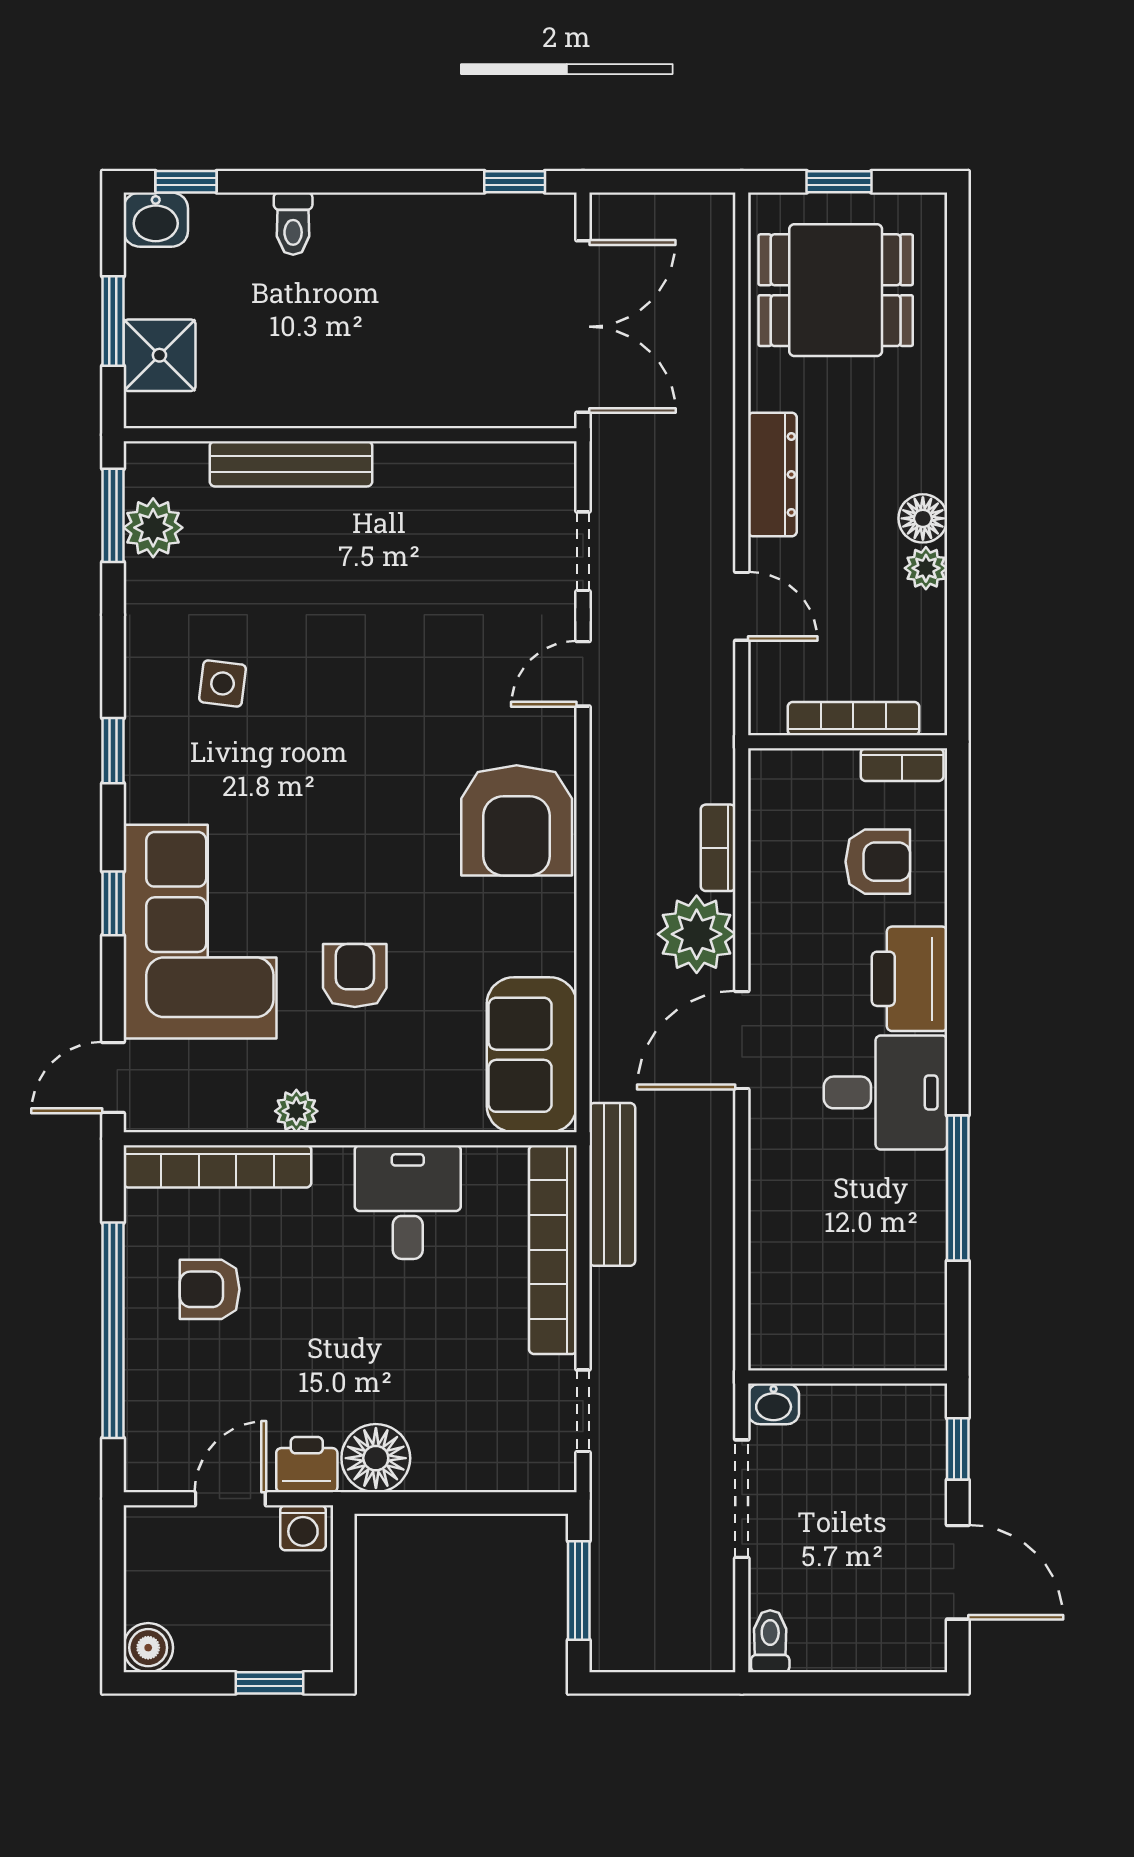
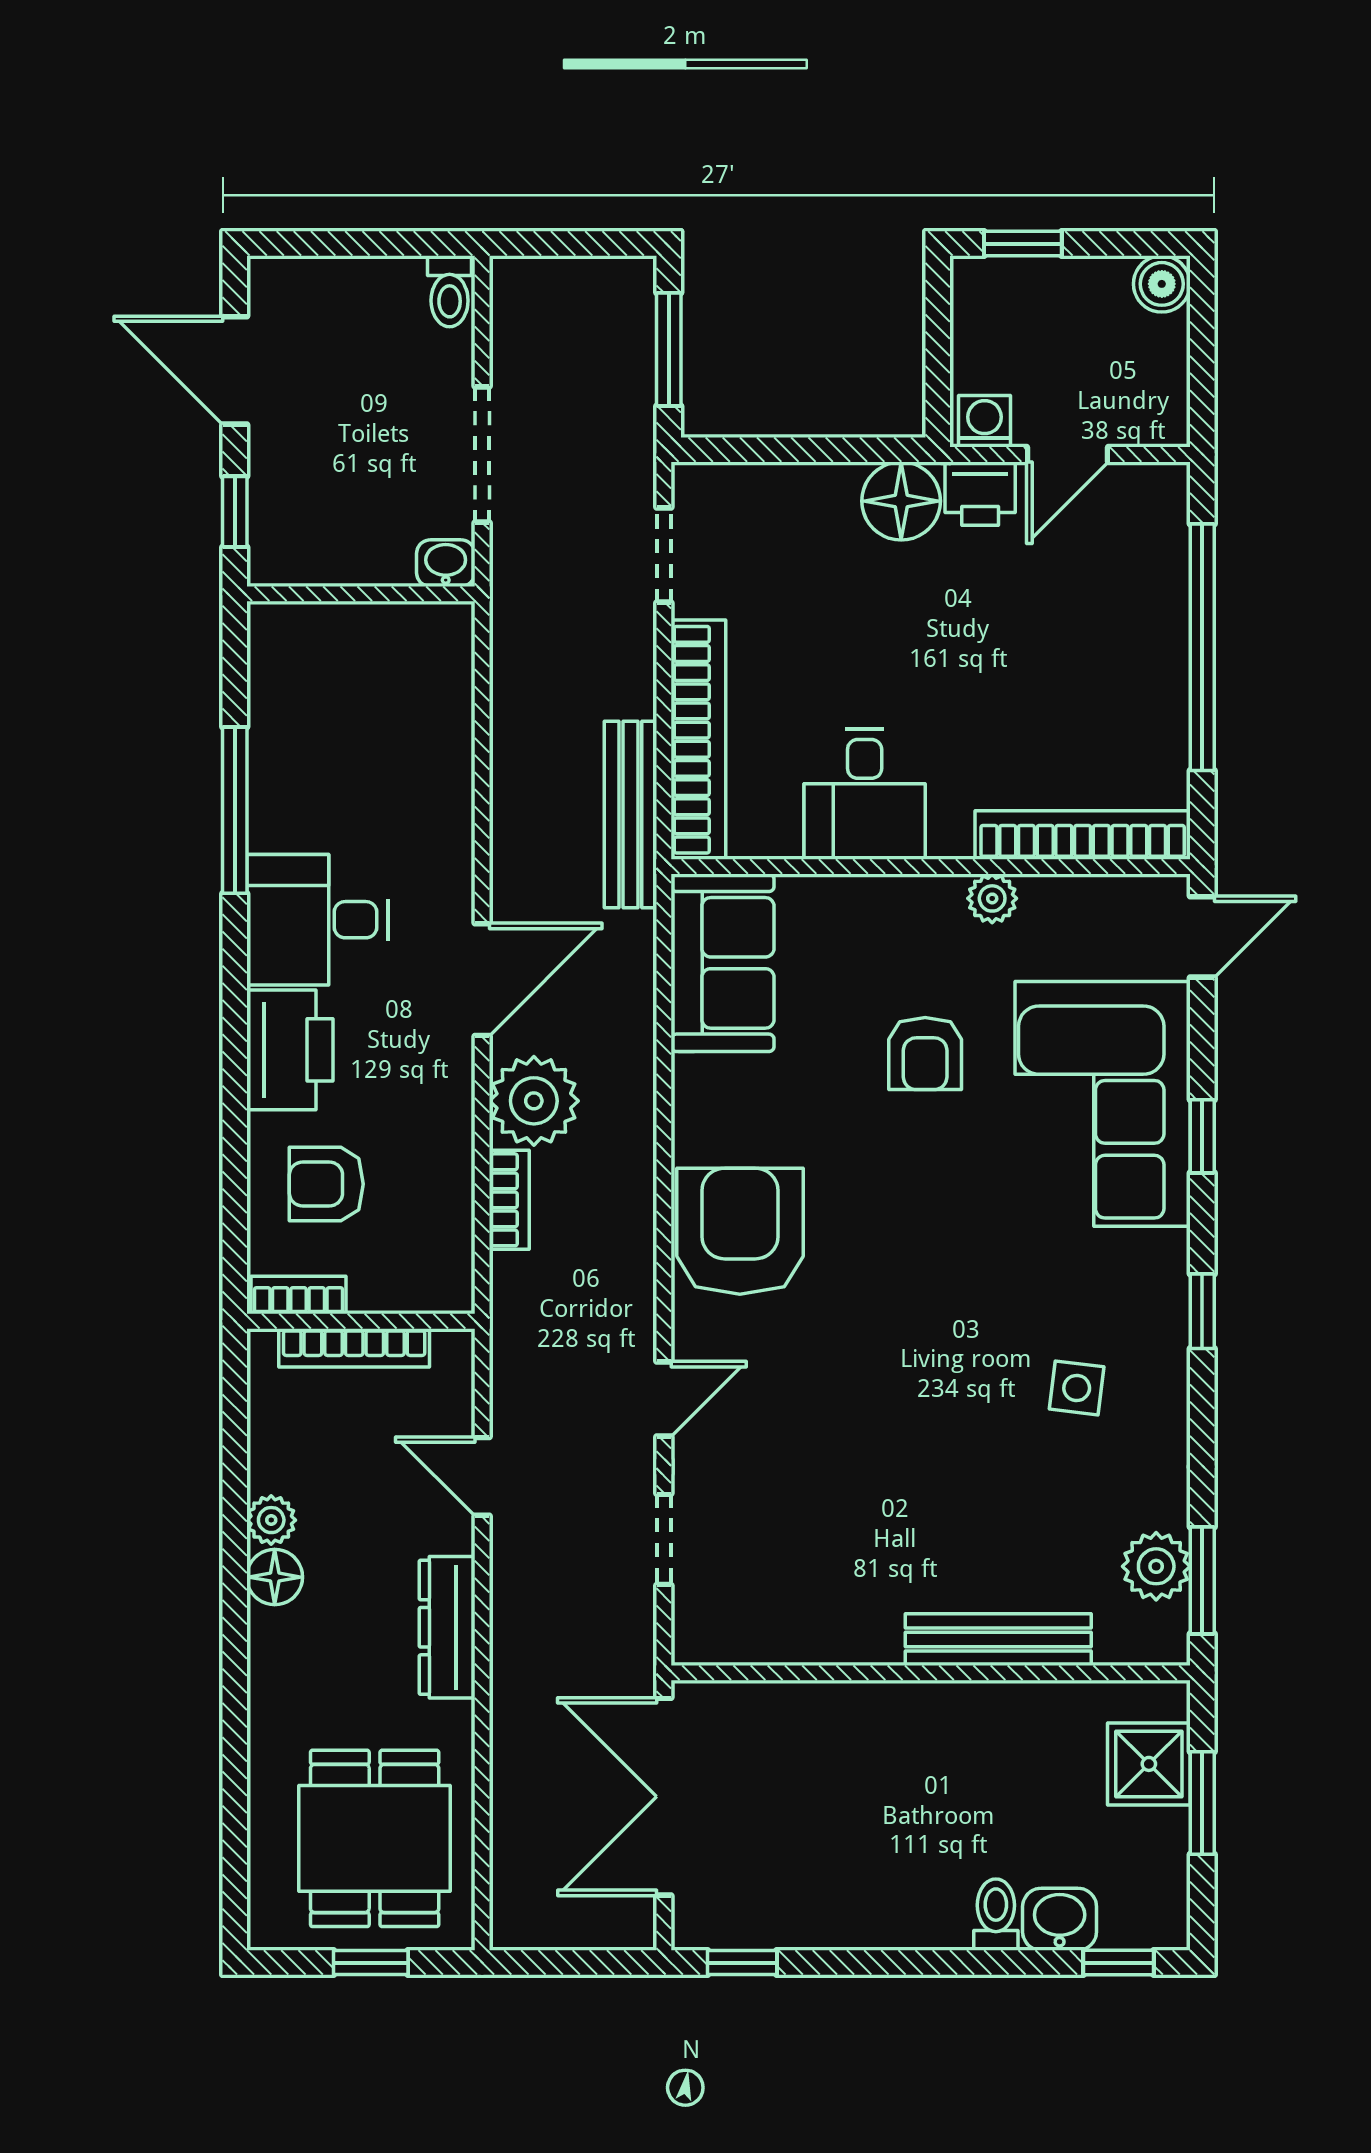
washbasin: (156, 220) -> (1060, 1919), moved
dining table: (836, 290) -> (375, 1838), turned 90
armchair: (210, 1289) -> (1091, 694), removed

